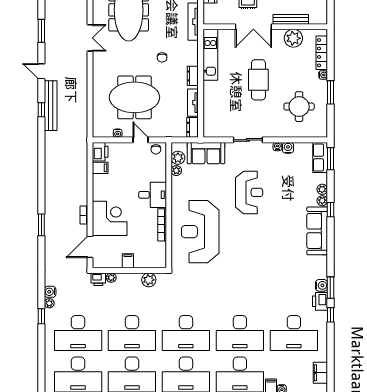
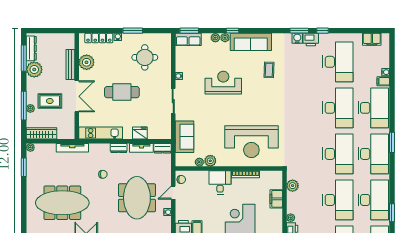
fridge: (210, 101) -> (140, 133), added
water cooler: (288, 148) -> (180, 67), removed
plant: (178, 158) -> (210, 161), moved
reception desk: (249, 192) -> (223, 83), moved
coffee table: (284, 252) -> (269, 70), added
filing cabinet: (128, 261) -> (276, 199), width x2.00

